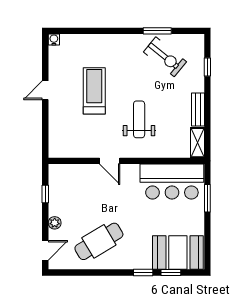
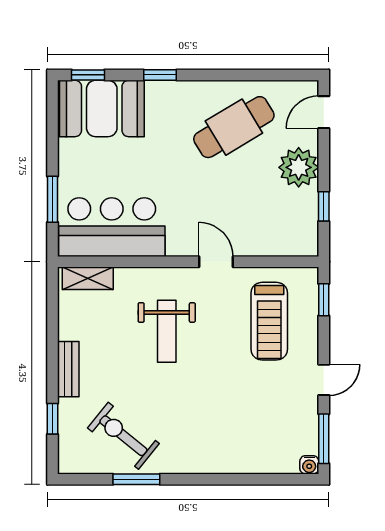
window: (45, 55) -> (324, 439), added
treadmill: (94, 91) -> (269, 321), moved
bench: (198, 110) -> (68, 369), moved
window: (45, 138) -> (324, 300), added
shelving: (198, 143) -> (88, 278), moved, turned 90
plant: (55, 223) -> (299, 167), width x1.88, depth x1.88
window: (171, 273) -> (88, 75), moved

